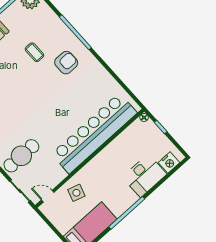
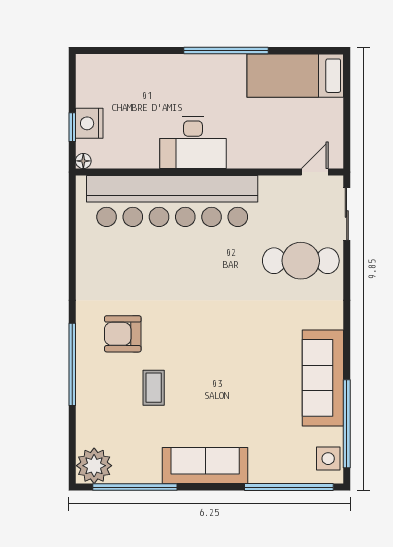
nightstand: (169, 163) -> (89, 123), moved, turned -90
desk: (144, 176) -> (193, 143), moved, turned 180
side table: (76, 193) -> (271, 141), removed
door: (48, 196) -> (315, 172), swing flipped

